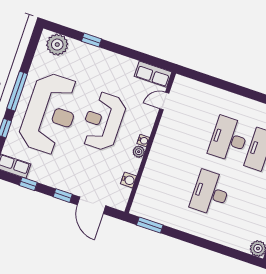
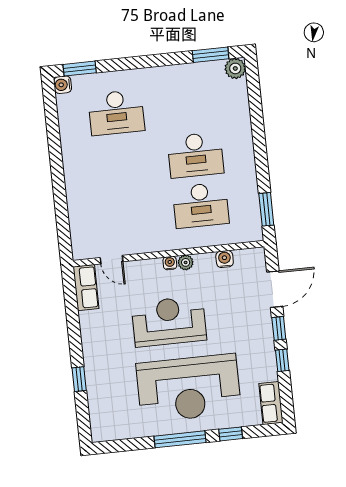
plant: (57, 45) -> (103, 417), removed
reception desk: (50, 113) -> (189, 388), turned 180
reception desk: (103, 121) -> (169, 321), turned 180
desk: (229, 139) -> (201, 205), moved
window: (28, 184) -> (282, 360), moved

